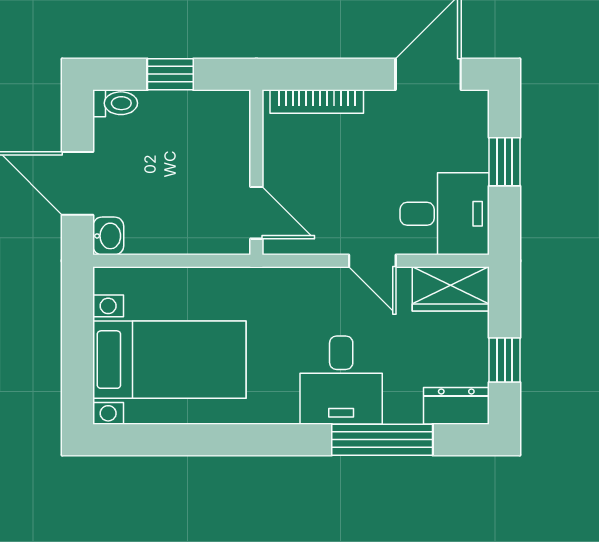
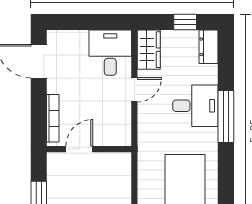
window: (505, 162) -> (84, 22), removed
door: (256, 213) -> (79, 149), moved
window: (382, 440) -> (226, 117), moved

